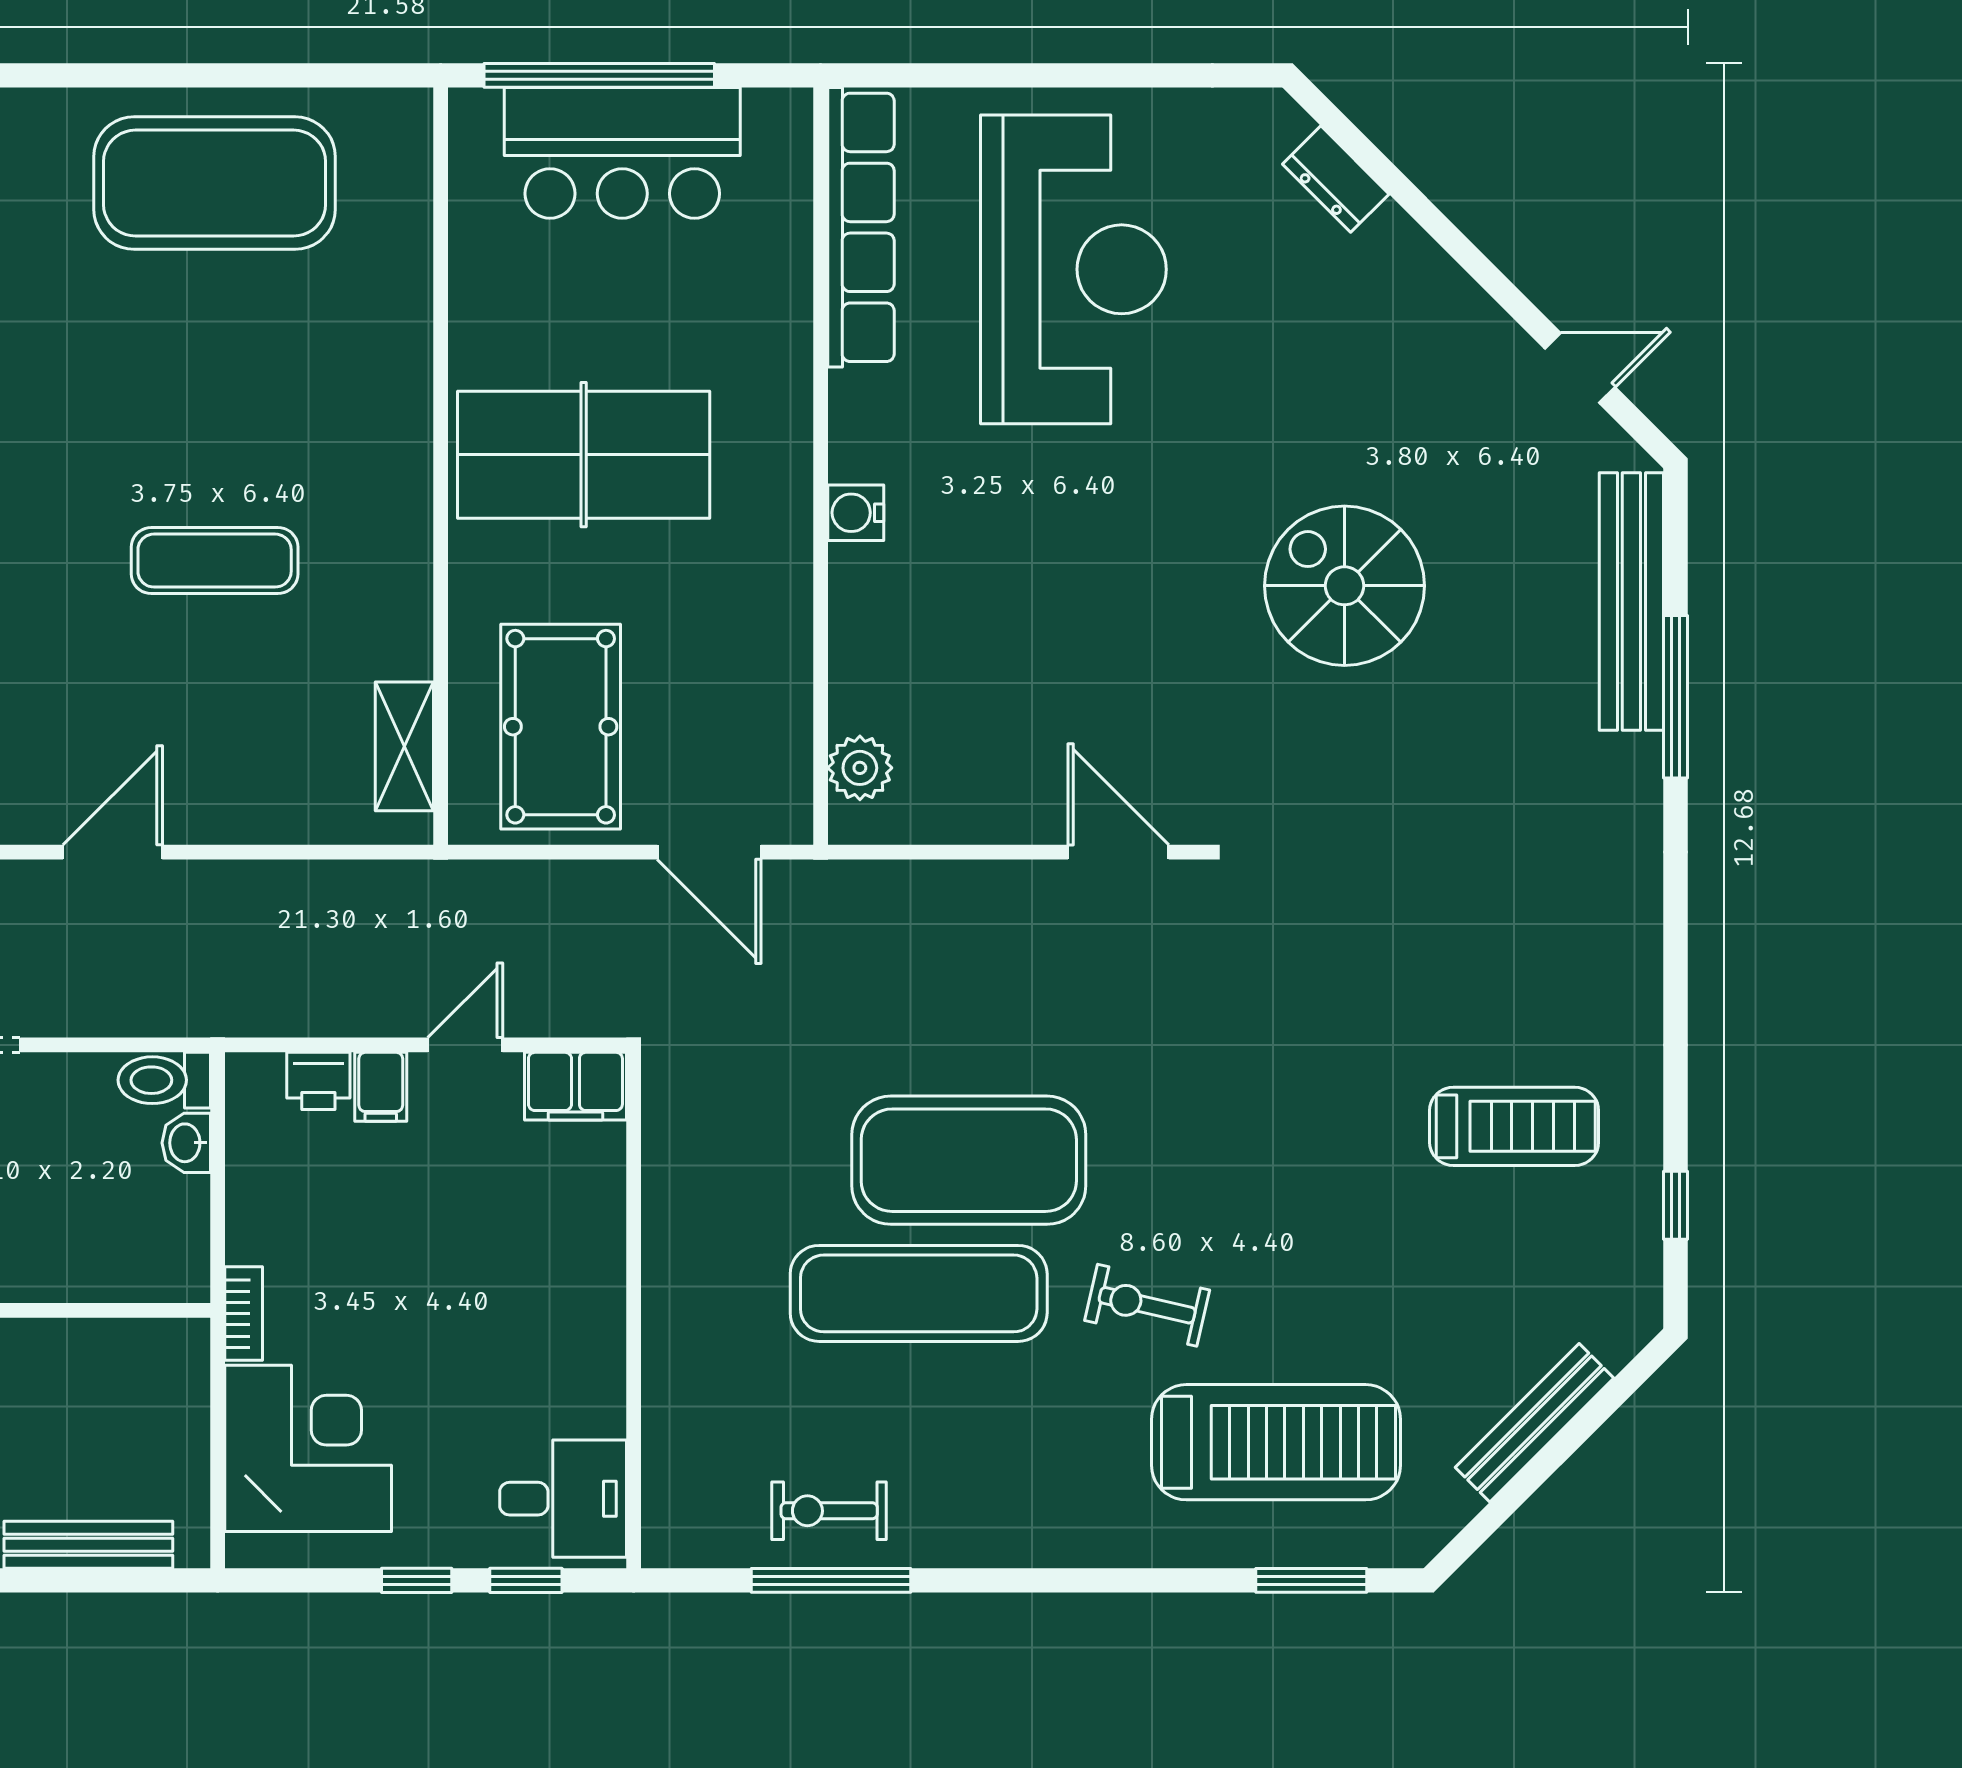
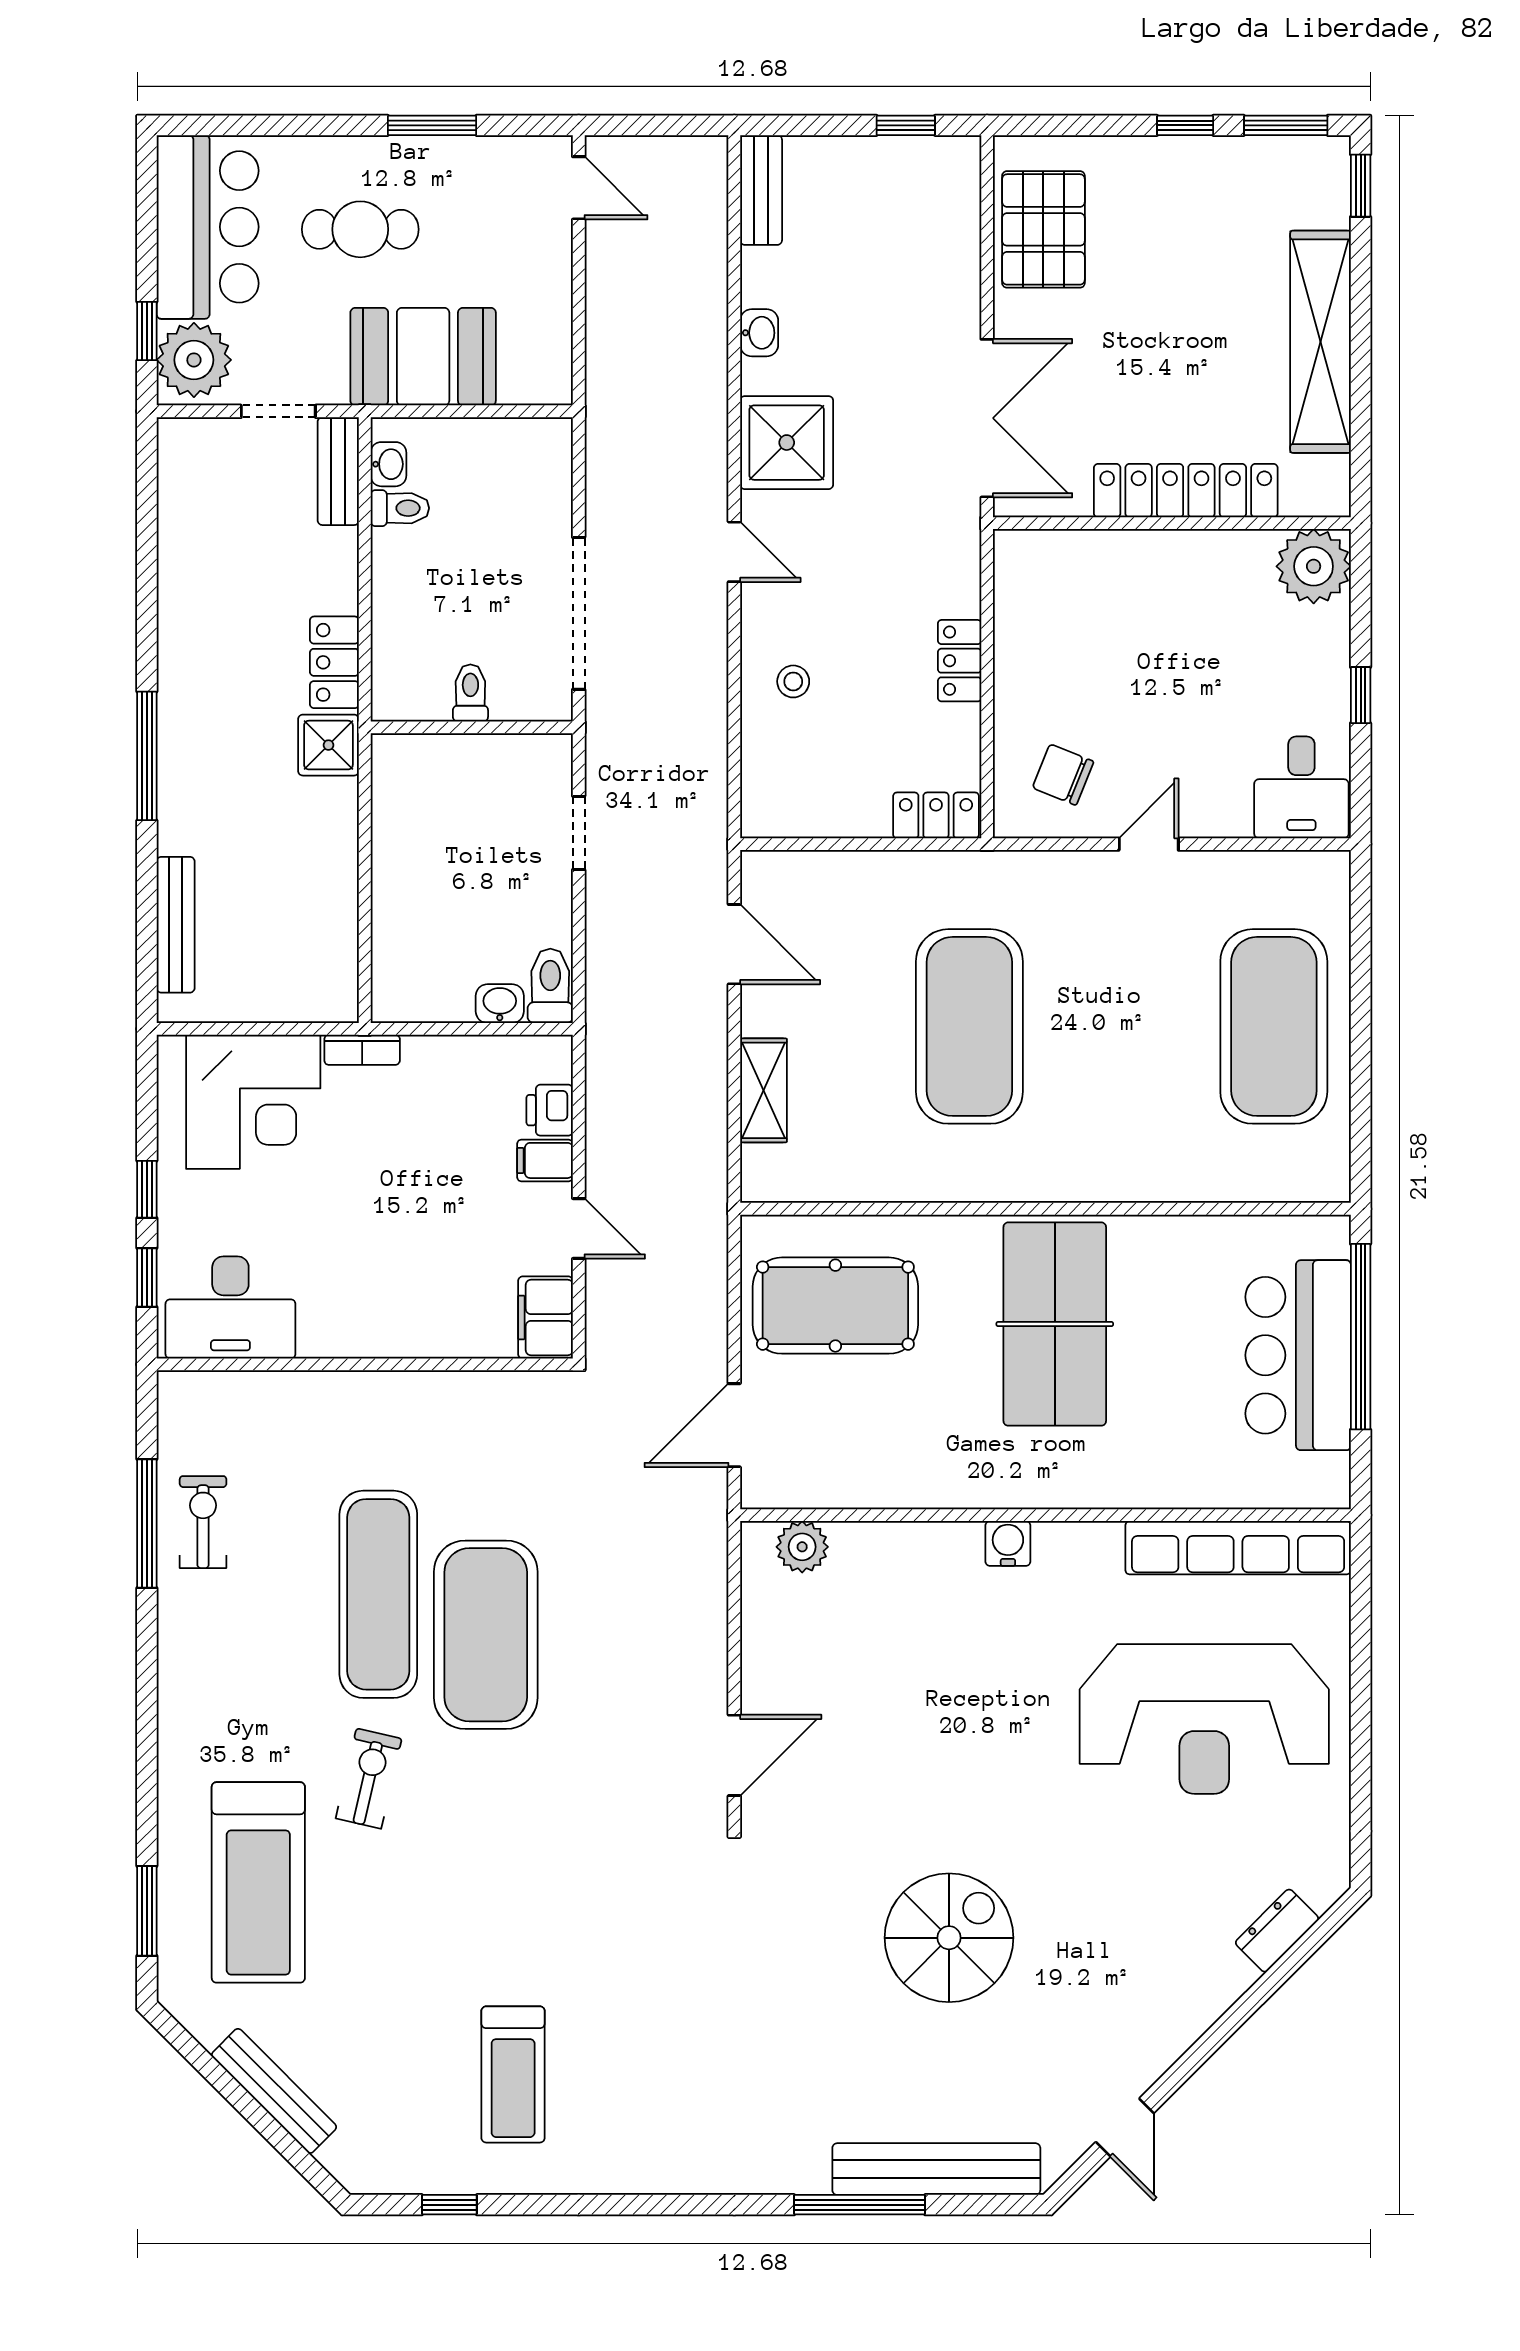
exercise mat: (215, 561) -> (969, 1026), width x2.00, depth x1.45
shelving: (404, 746) -> (763, 1090), moved, turned 90
desk: (563, 1499) -> (230, 1308), width x1.37

